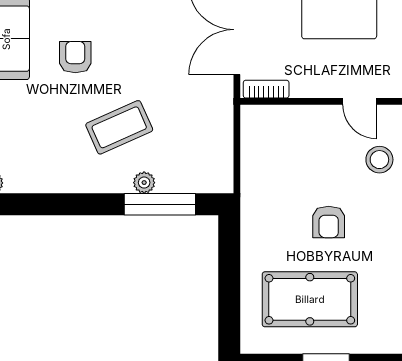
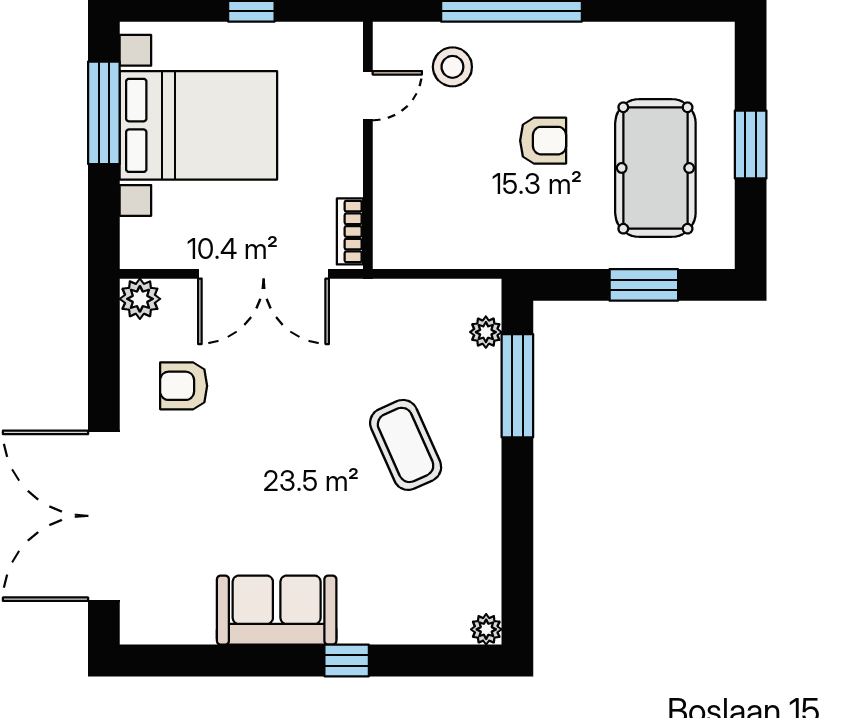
armchair: (75, 57) -> (303, 509), removed
plant: (144, 183) -> (486, 332), moved
window: (229, 291) -> (644, 285), added

